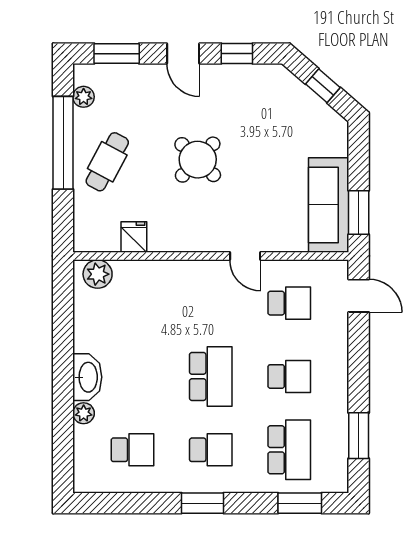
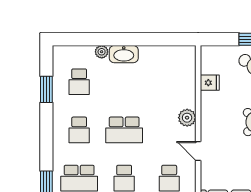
door: (245, 256) -> (198, 151), hinge flipped
plant: (98, 274) -> (187, 118), moved
window: (202, 503) -> (46, 89), moved

